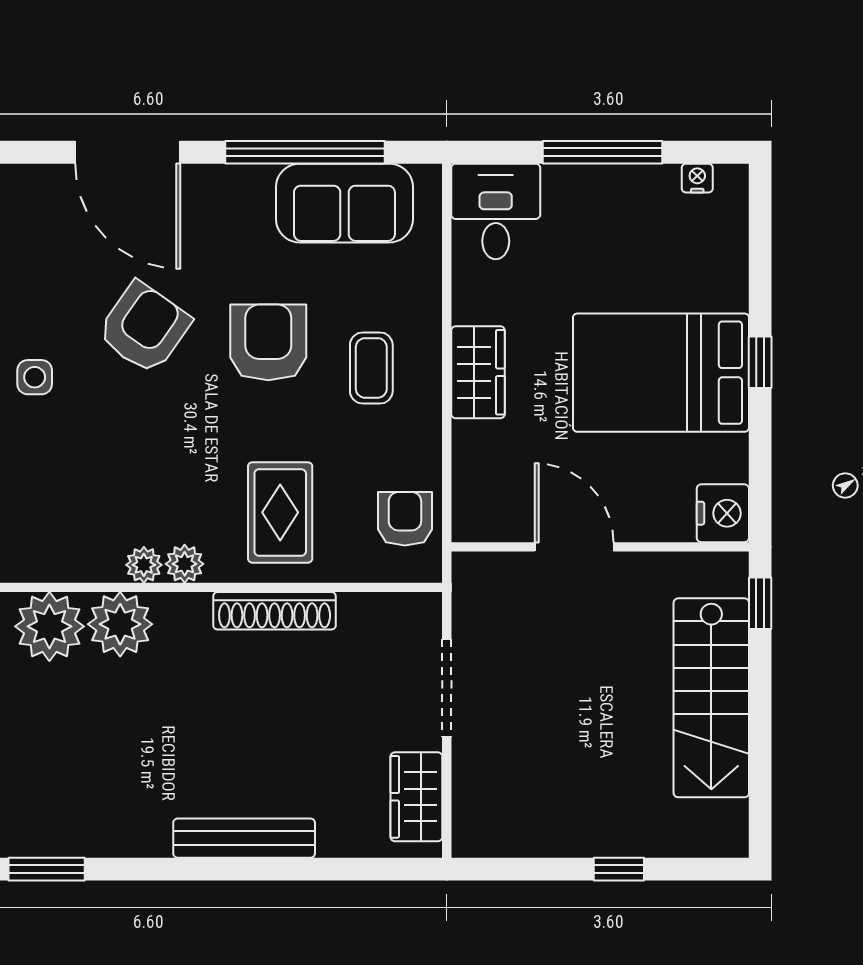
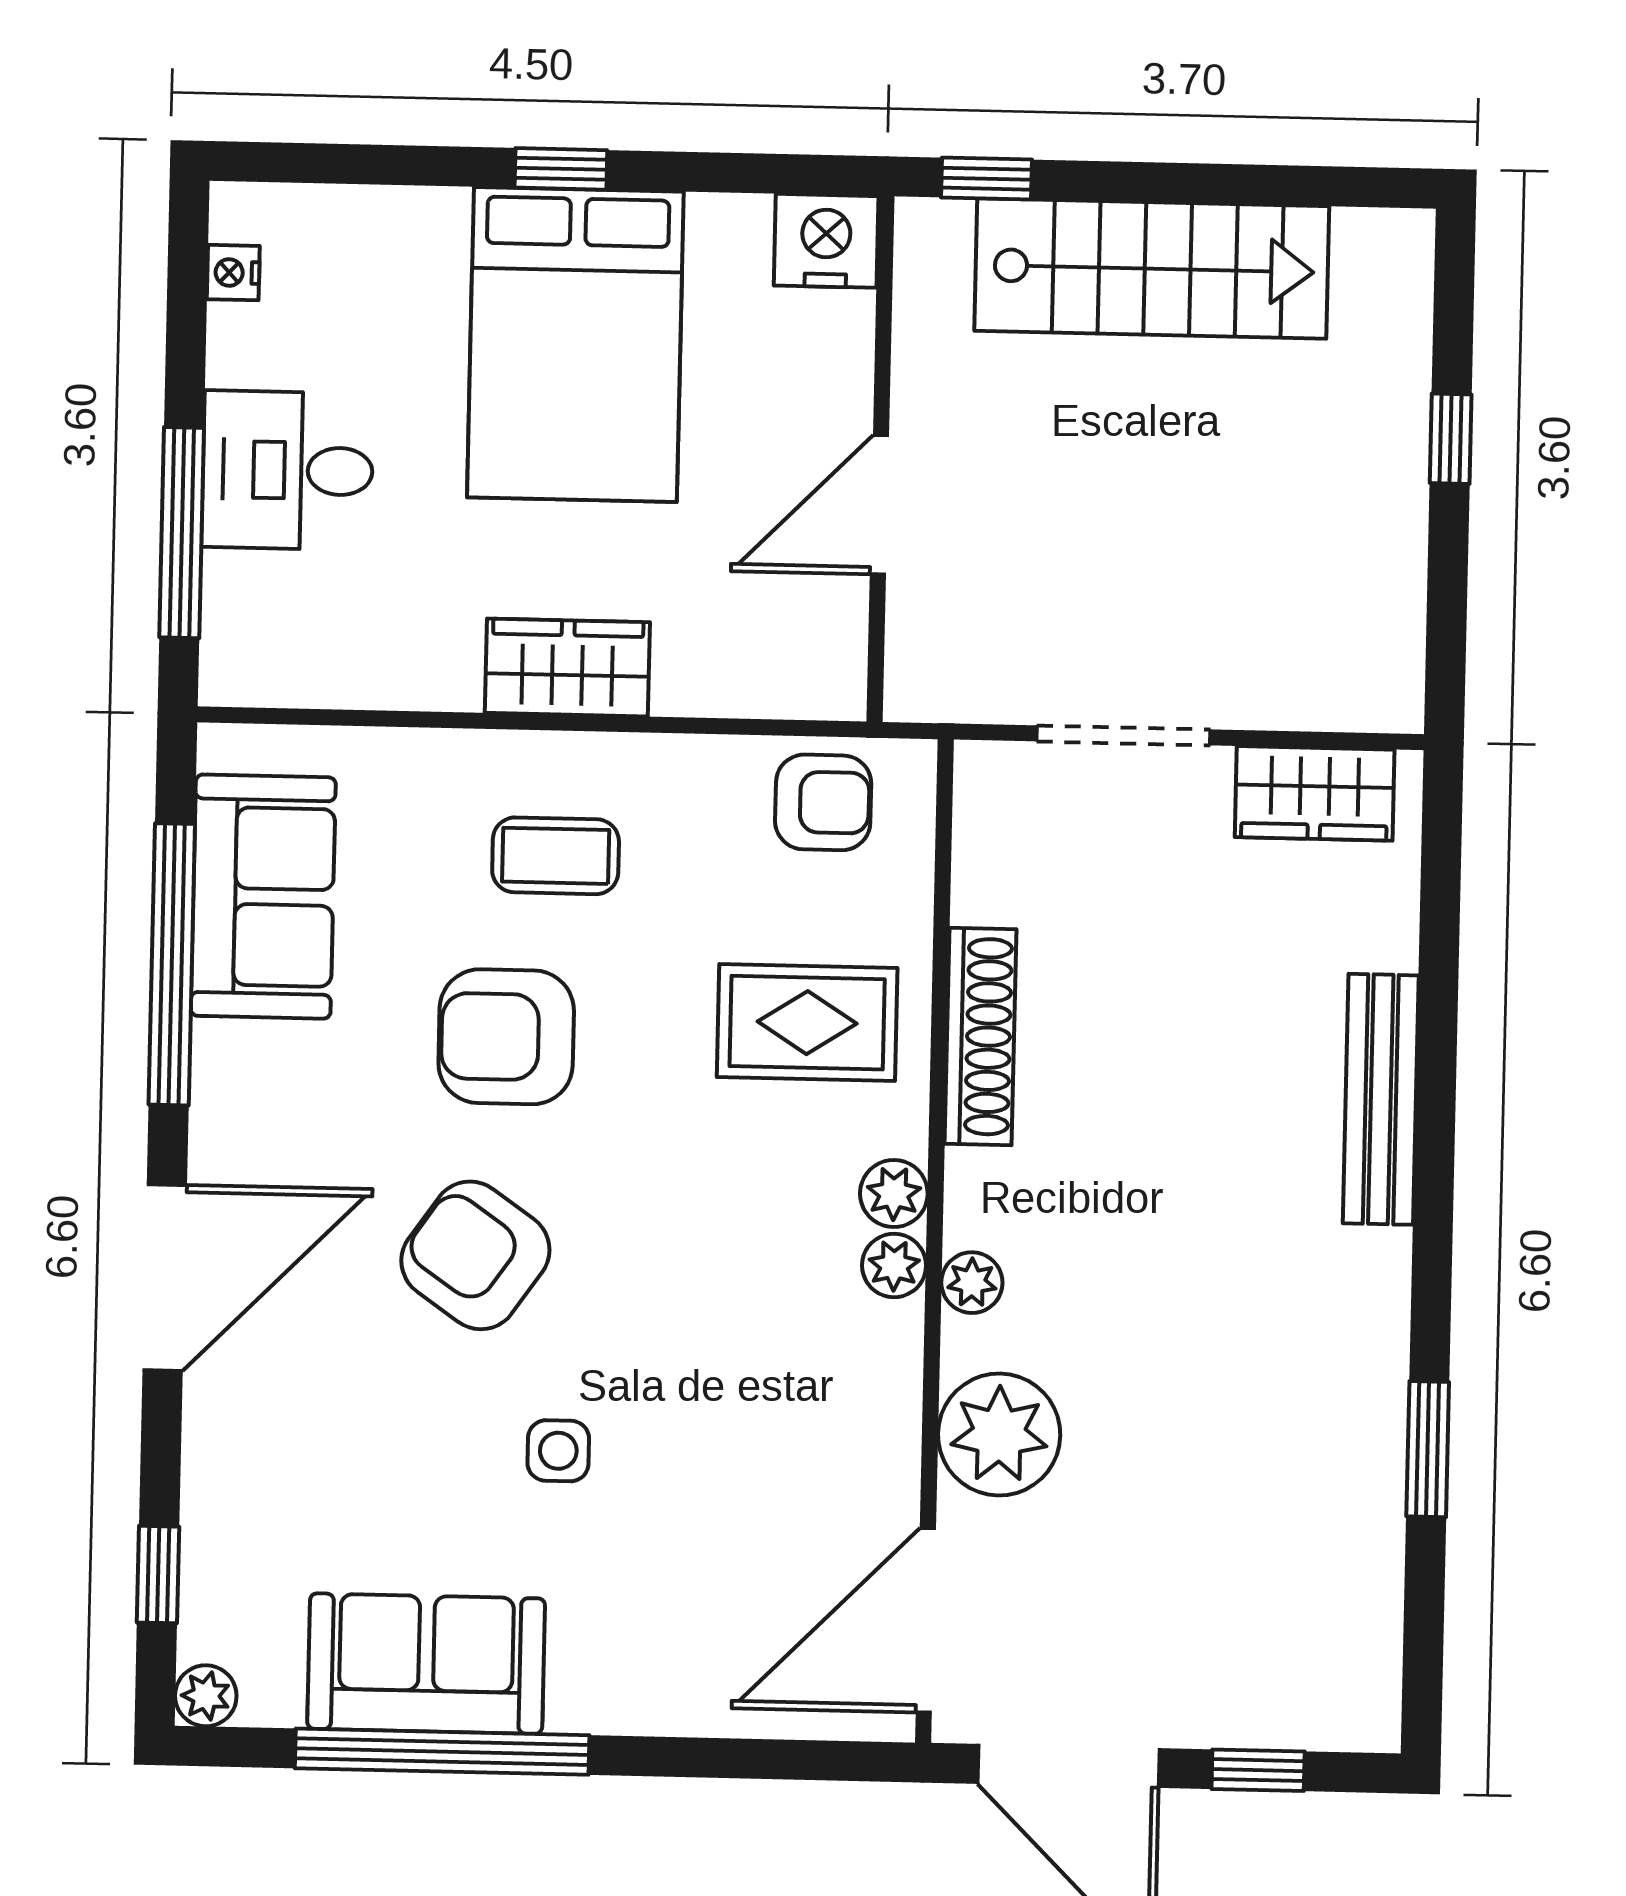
window: (603, 152) -> (182, 533), moved
desk: (496, 211) -> (288, 470), moved
armchair: (405, 519) -> (823, 802), turned 180
plant: (120, 624) -> (972, 1283), width x0.53, depth x0.53

